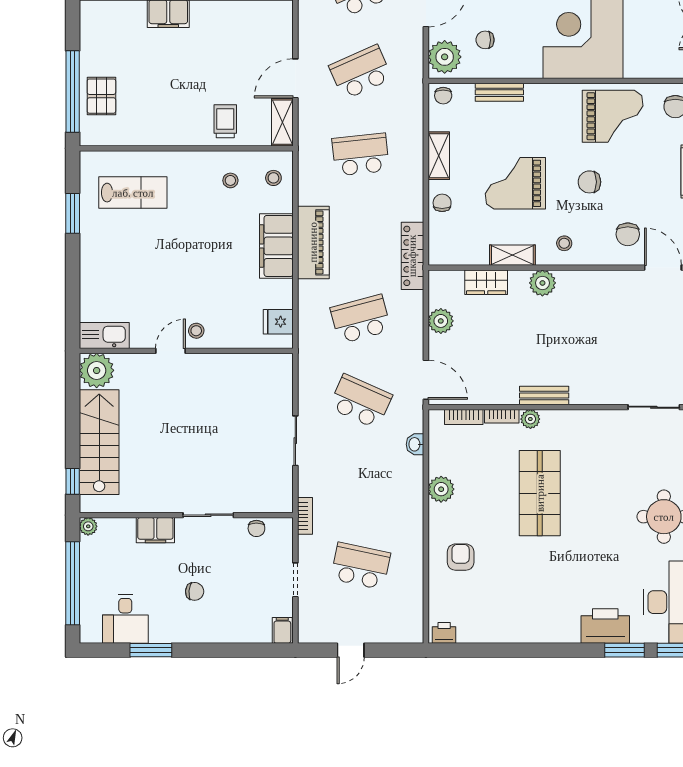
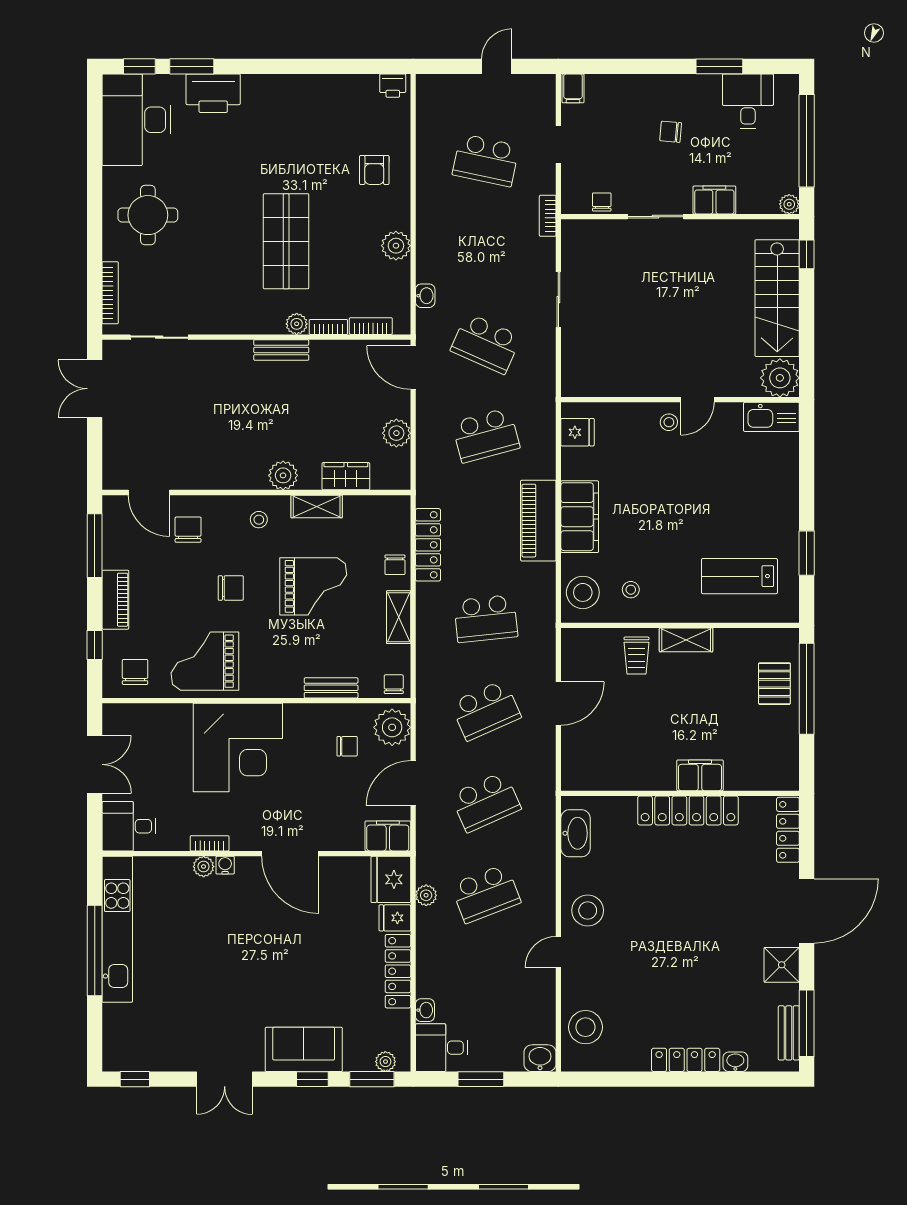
shelving: (282, 122) -> (686, 640), moved, turned 90
stool: (273, 178) -> (583, 592), width x1.89, depth x1.89
locker: (412, 256) -> (428, 545), moved

